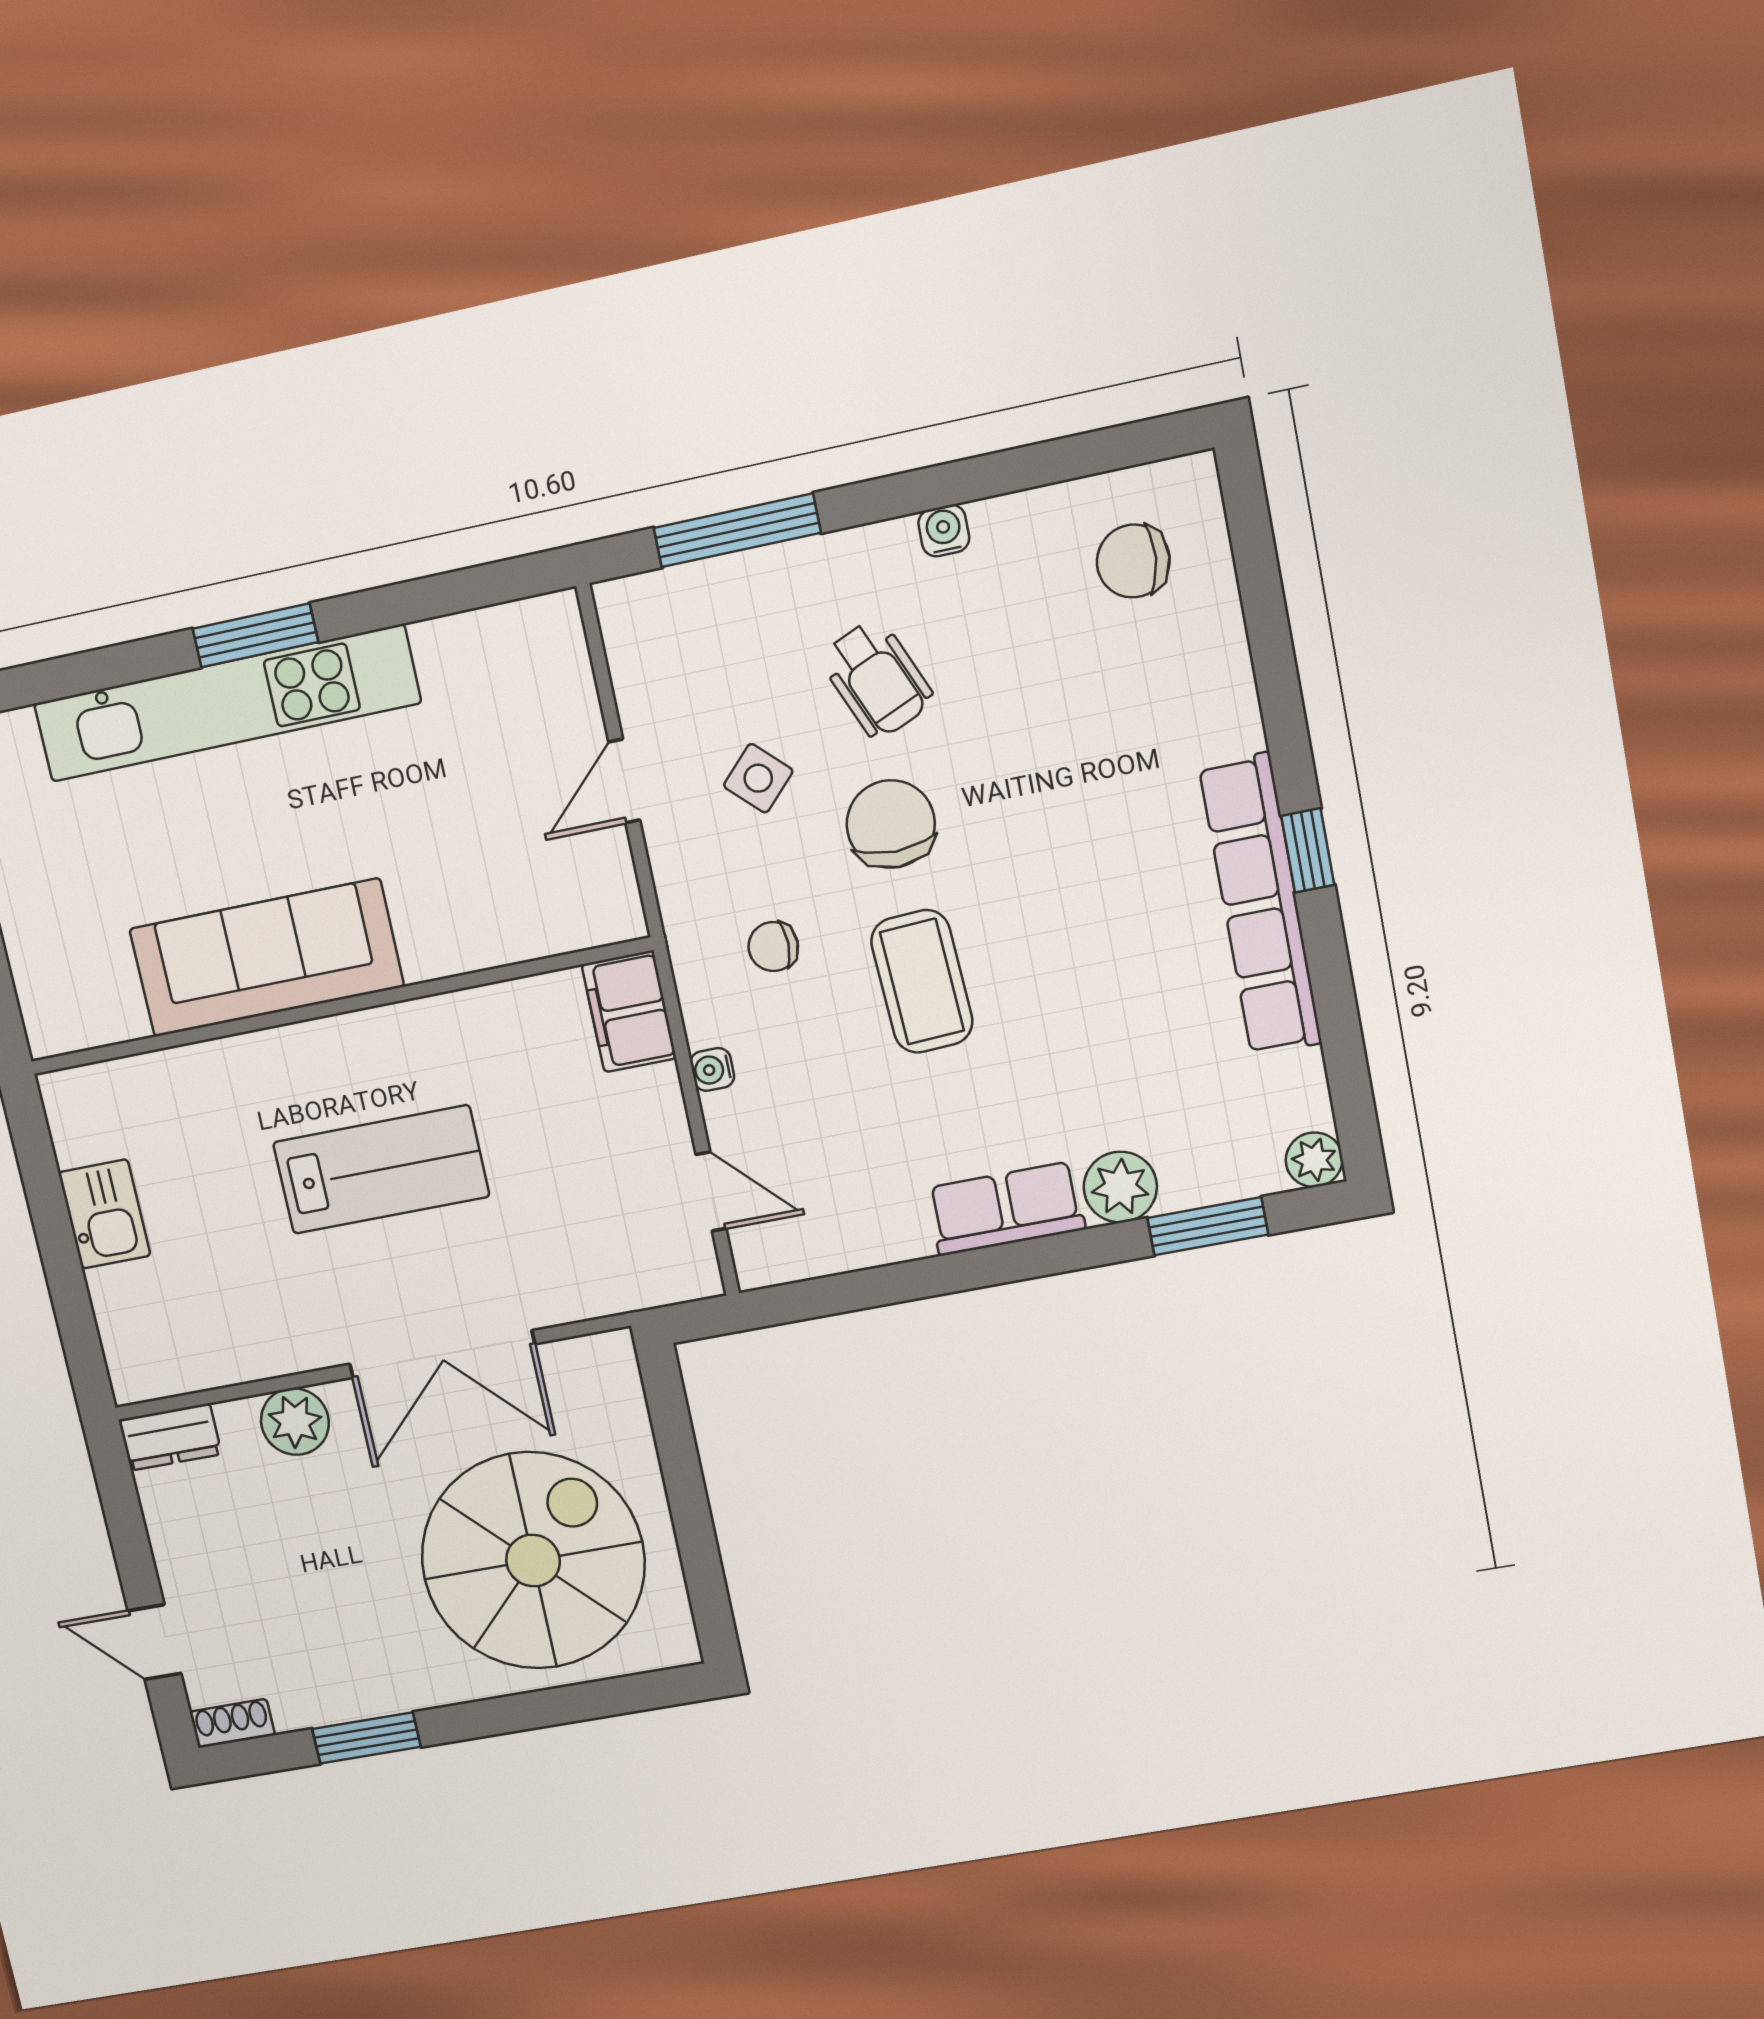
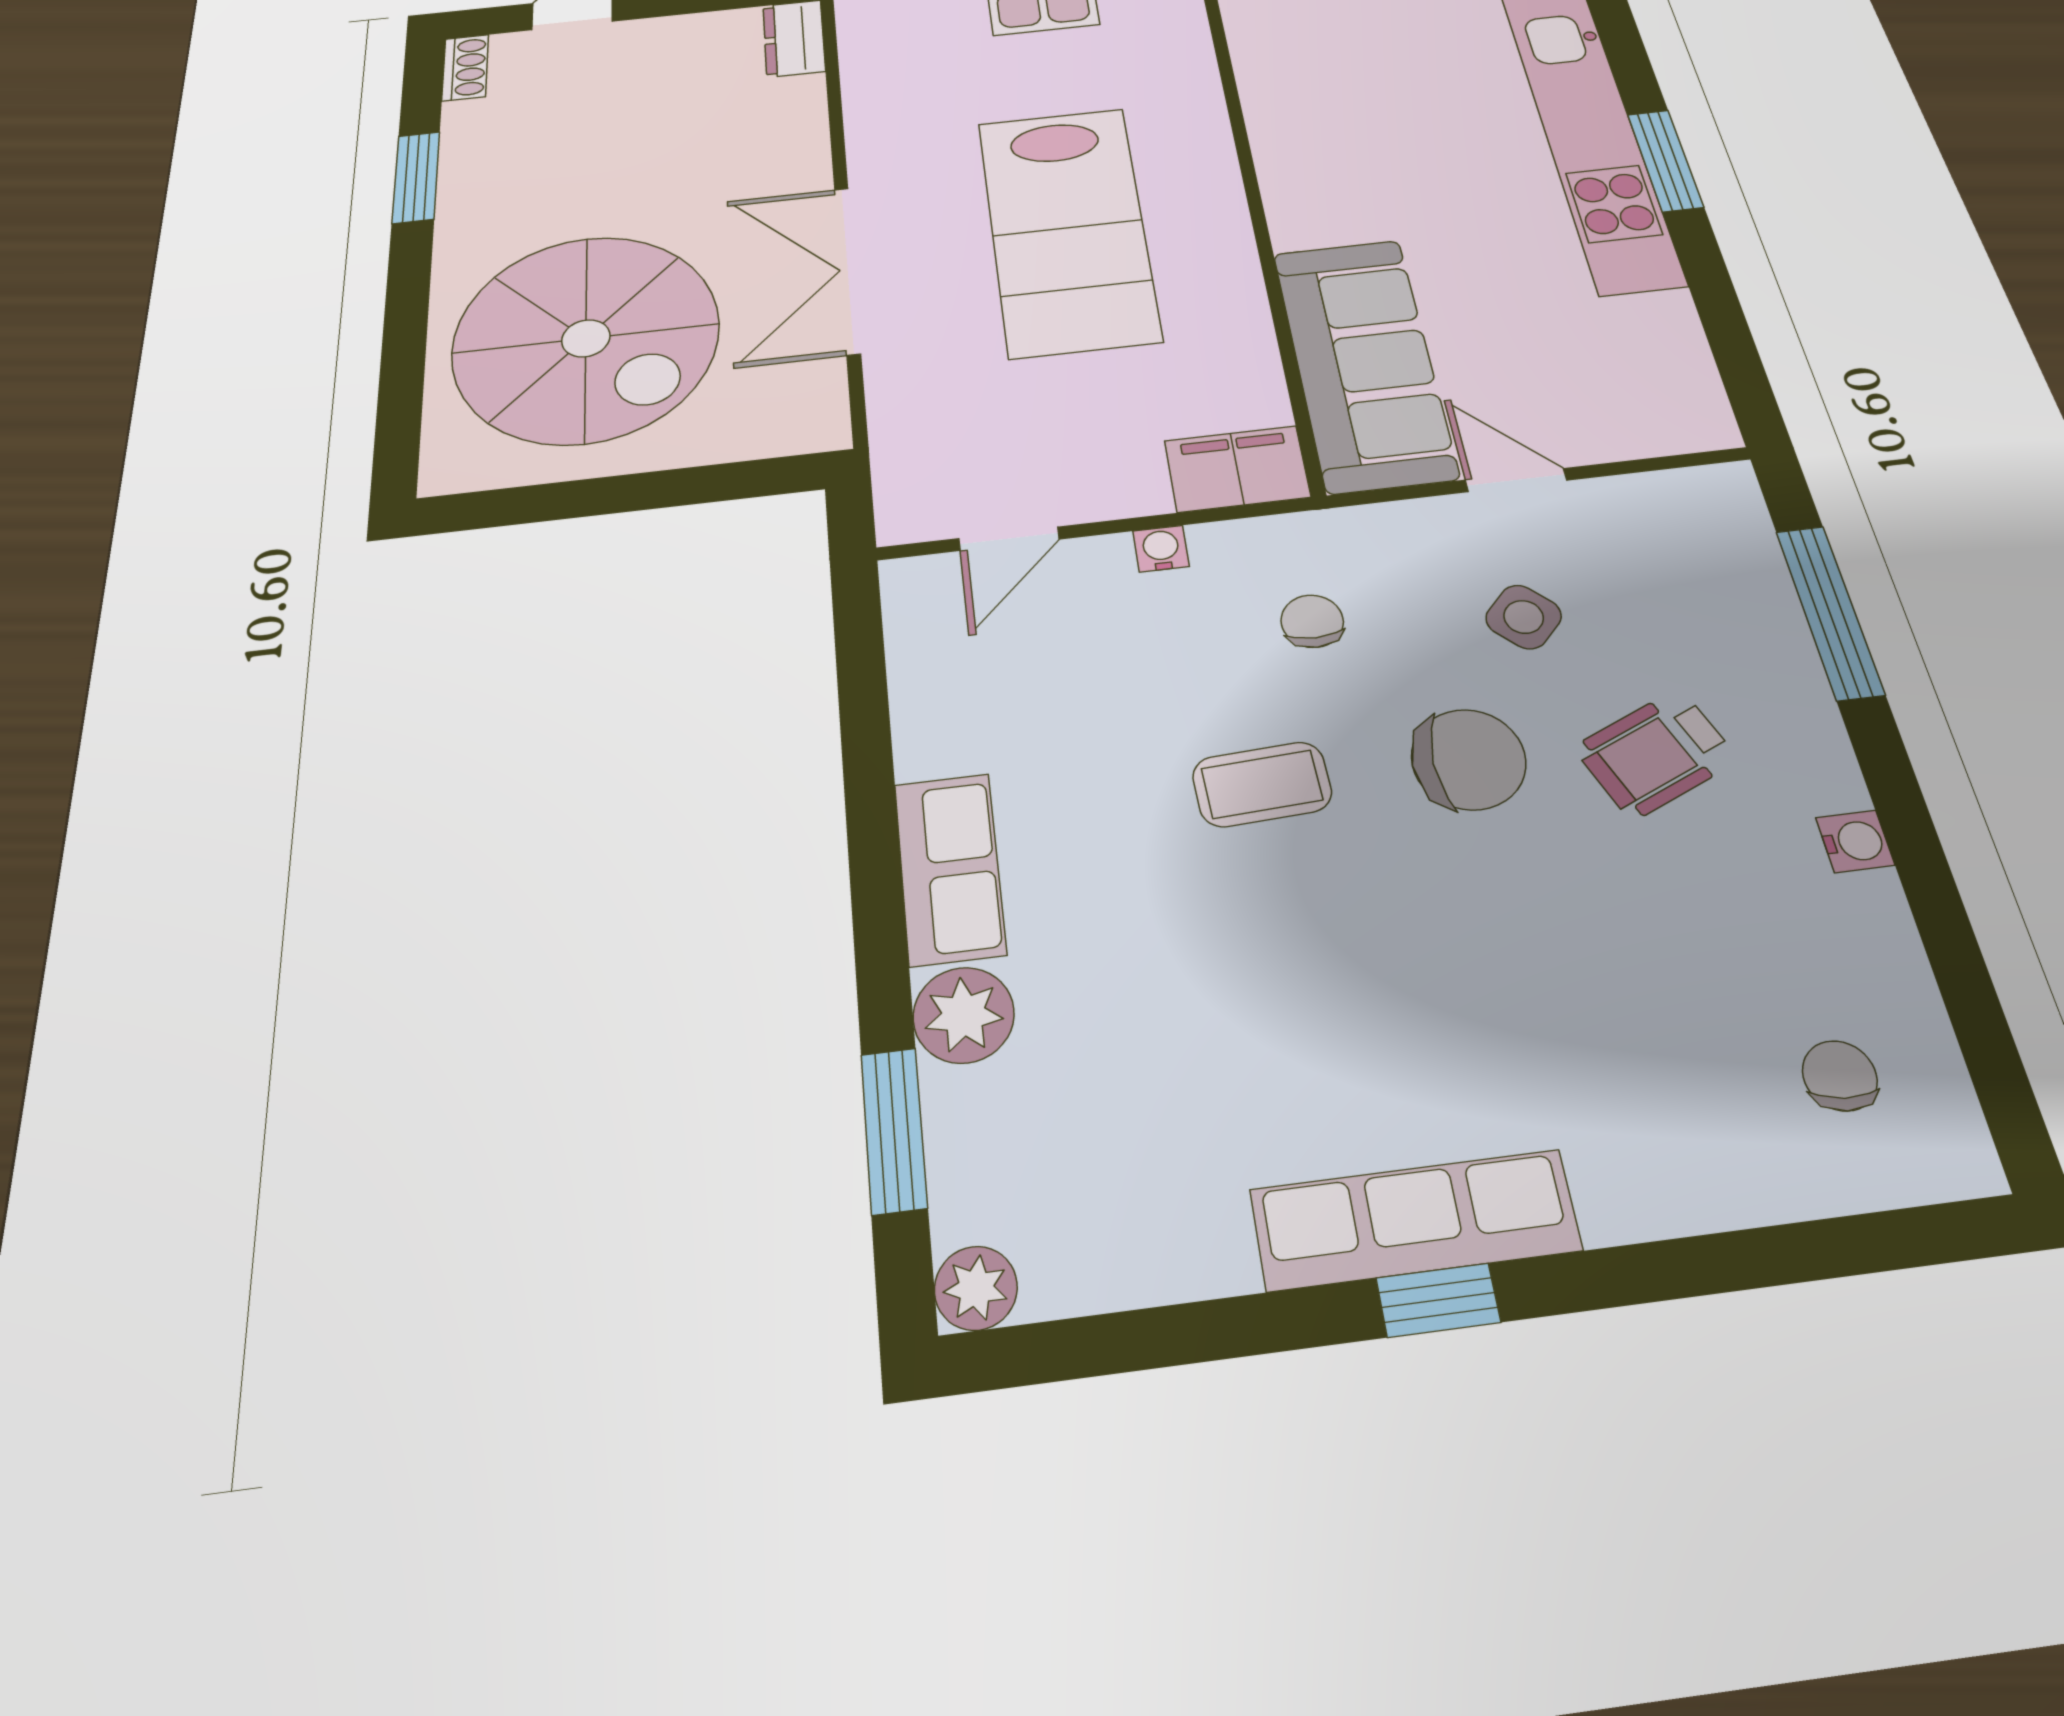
chair: (1133, 561) -> (1840, 1076), width x0.73, depth x0.73
row of seats: (1260, 905) -> (1415, 1220), width x0.73
sofa: (266, 958) -> (1364, 363), moved
coffee table: (922, 981) -> (1262, 784), width x0.73, depth x0.77
lab bench: (381, 1170) -> (1068, 229), width x1.36, depth x1.39
plant: (295, 1422) -> (792, 139), removed

